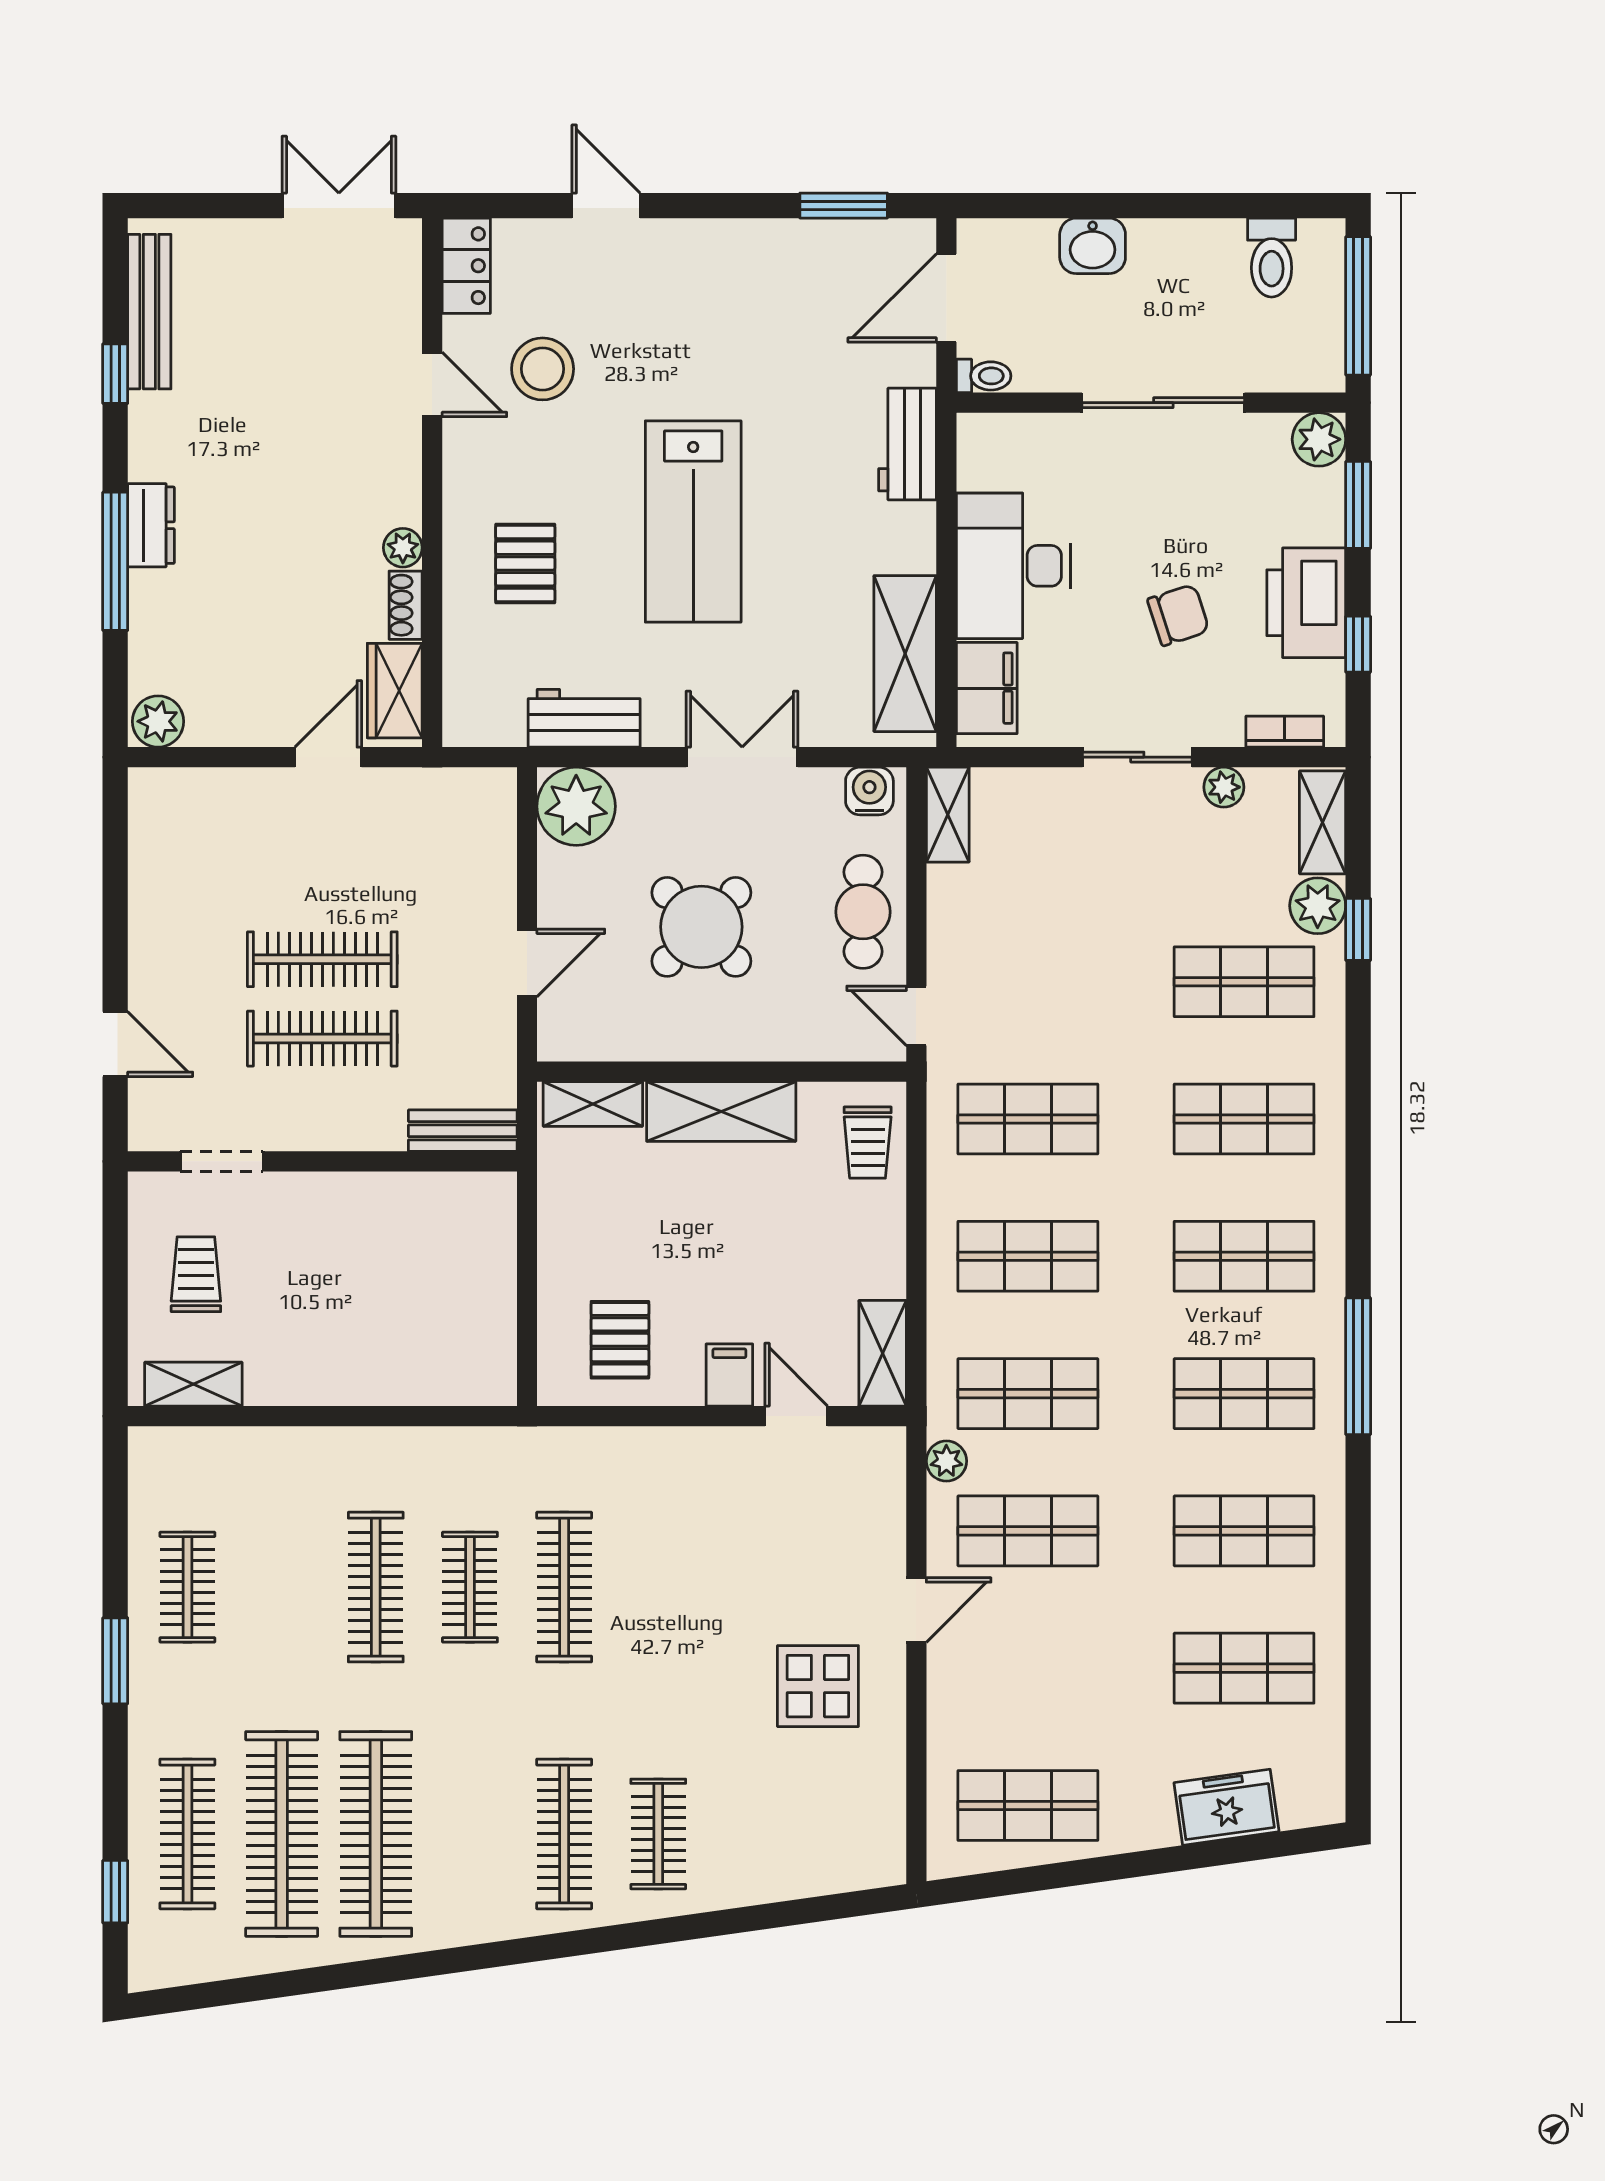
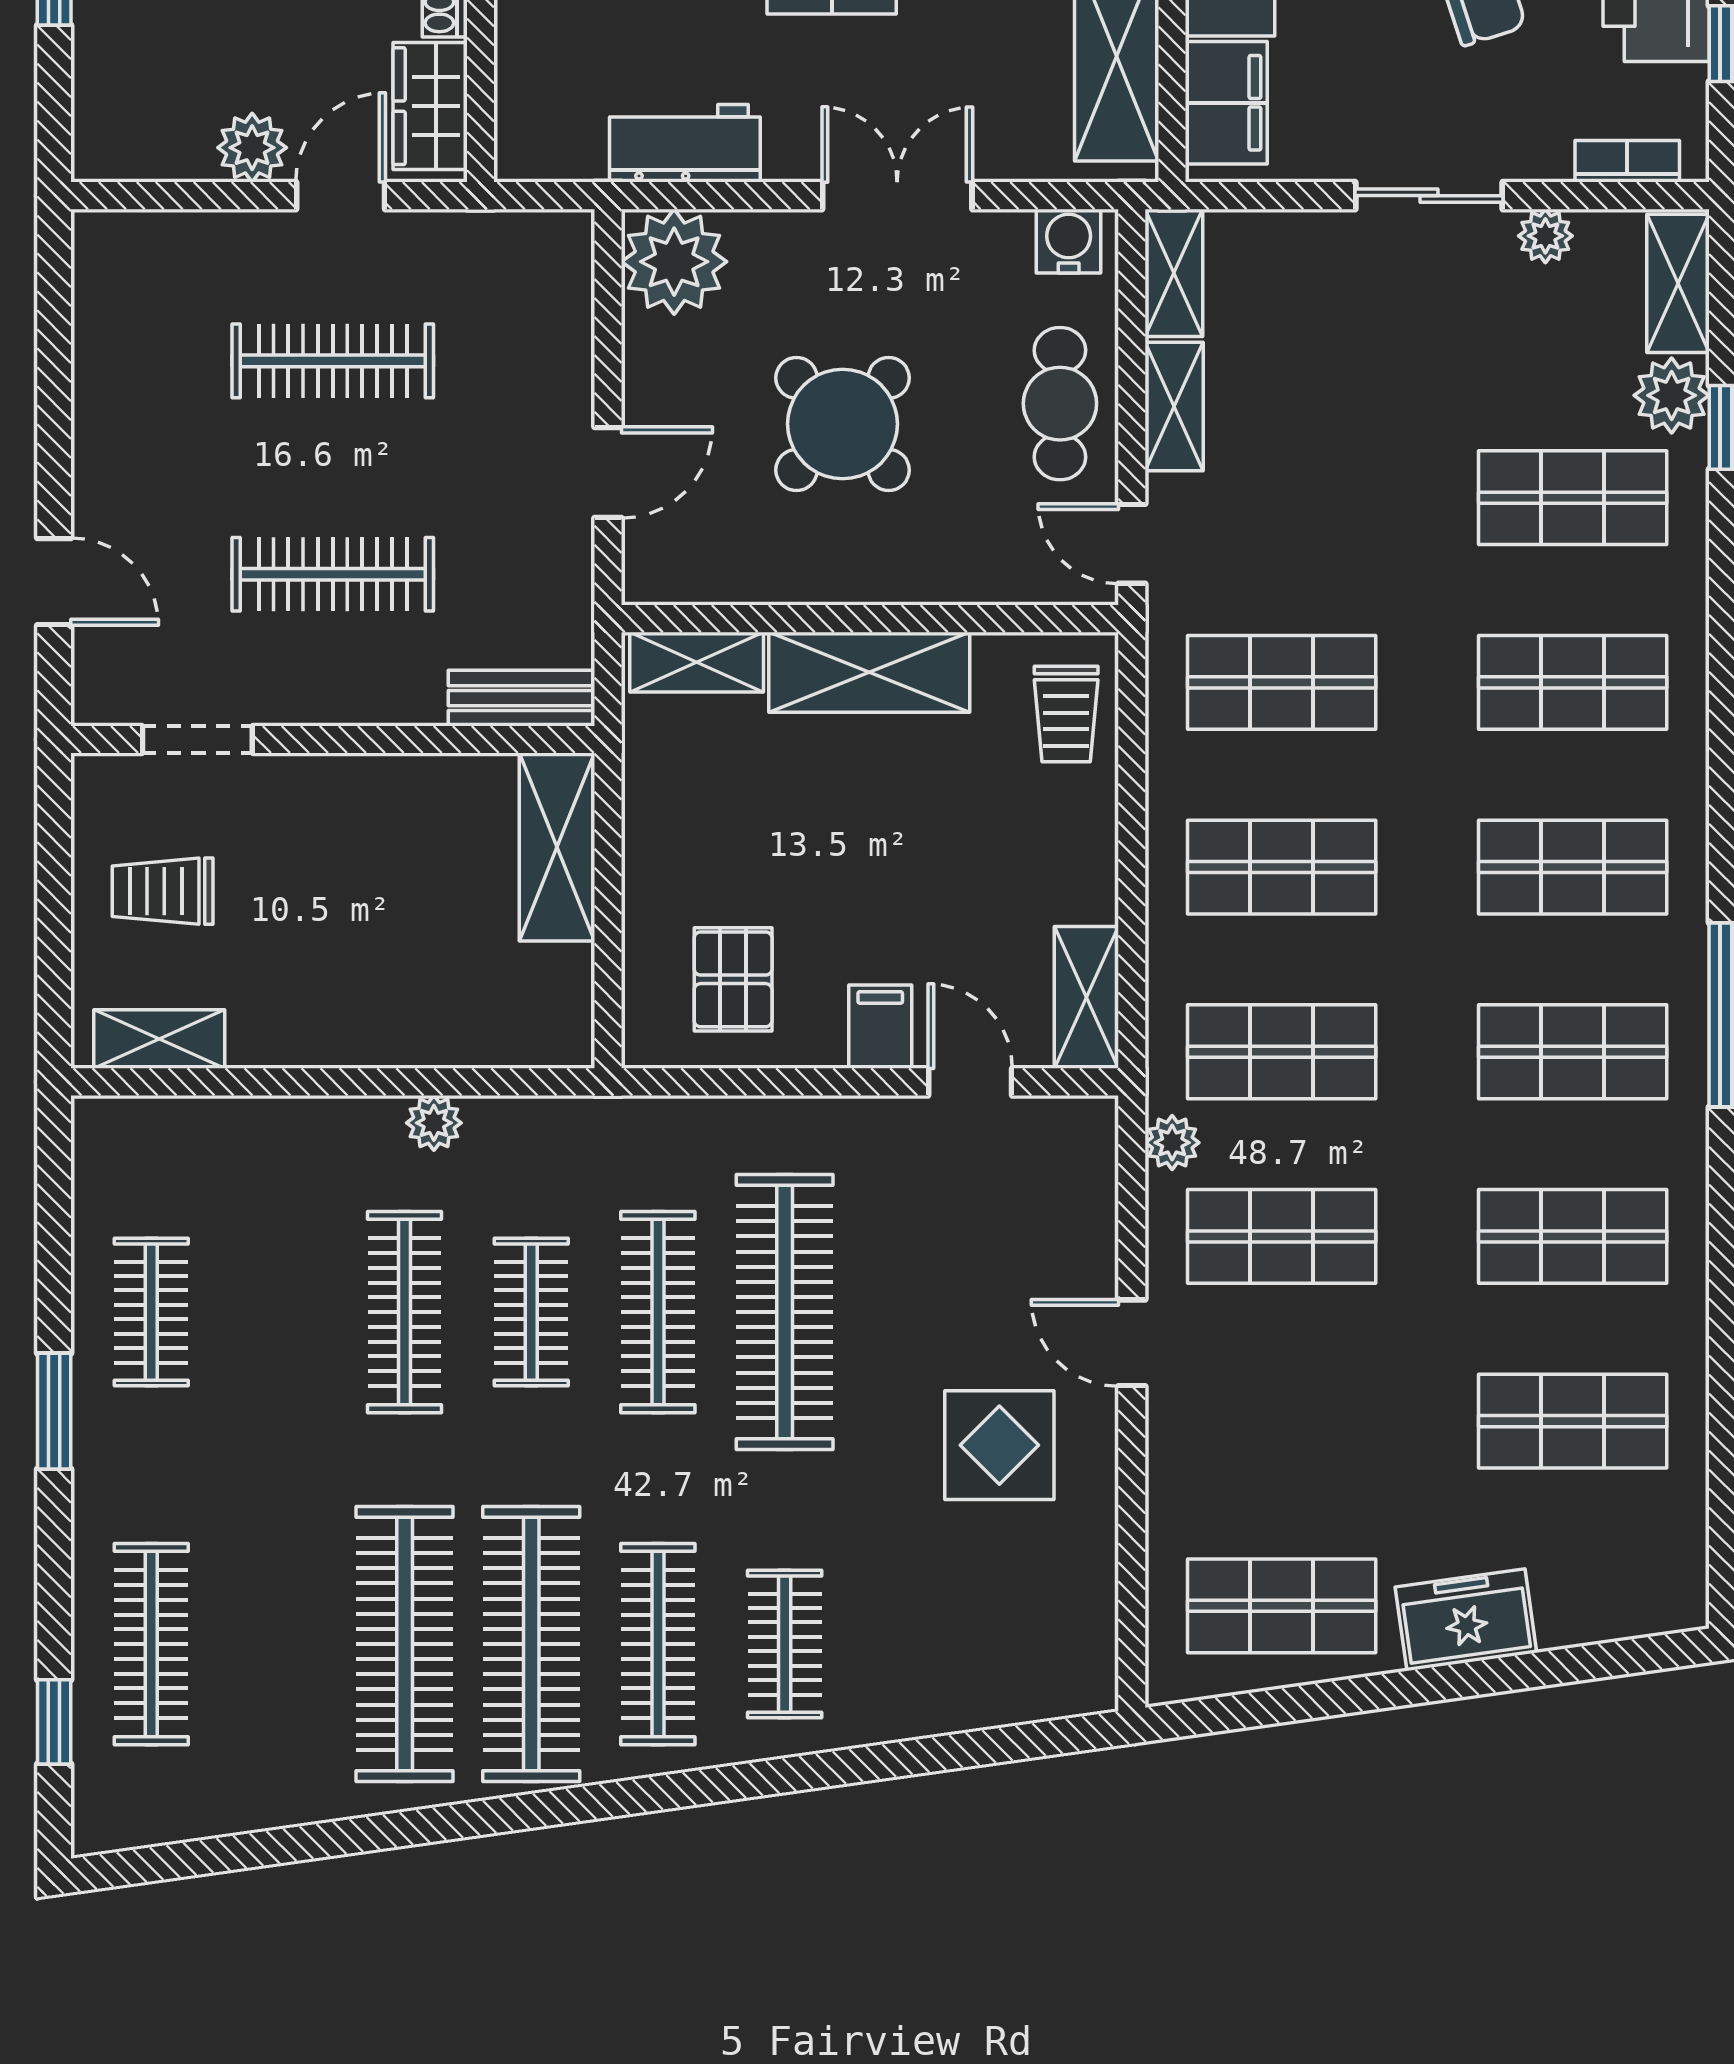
plant: (158, 721) -> (252, 148), moved
shelving: (948, 914) -> (1174, 406), added
clothes rail: (322, 959) -> (333, 361), moved
shelving: (489, 1241) -> (557, 847), added
trolley: (196, 1274) -> (163, 891), turned -90
plant: (398, 1446) -> (434, 1123), added
clothes rail: (658, 1587) -> (785, 1312), added
door: (916, 1610) -> (1132, 1343), swing flipped
freezer: (1226, 1807) -> (1466, 1620), moved
clothes rail: (282, 1834) -> (531, 1644), moved

